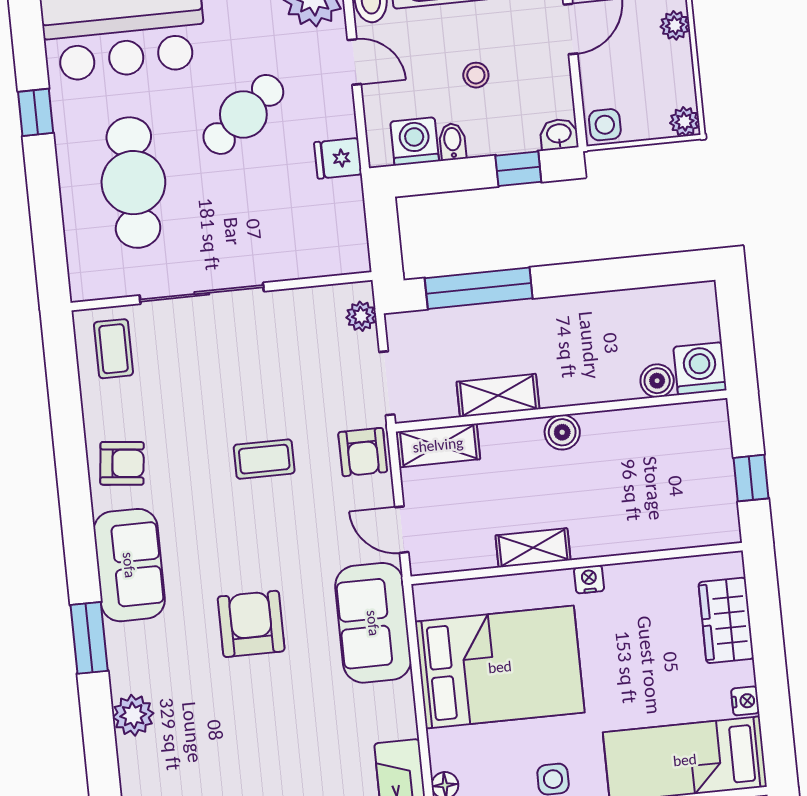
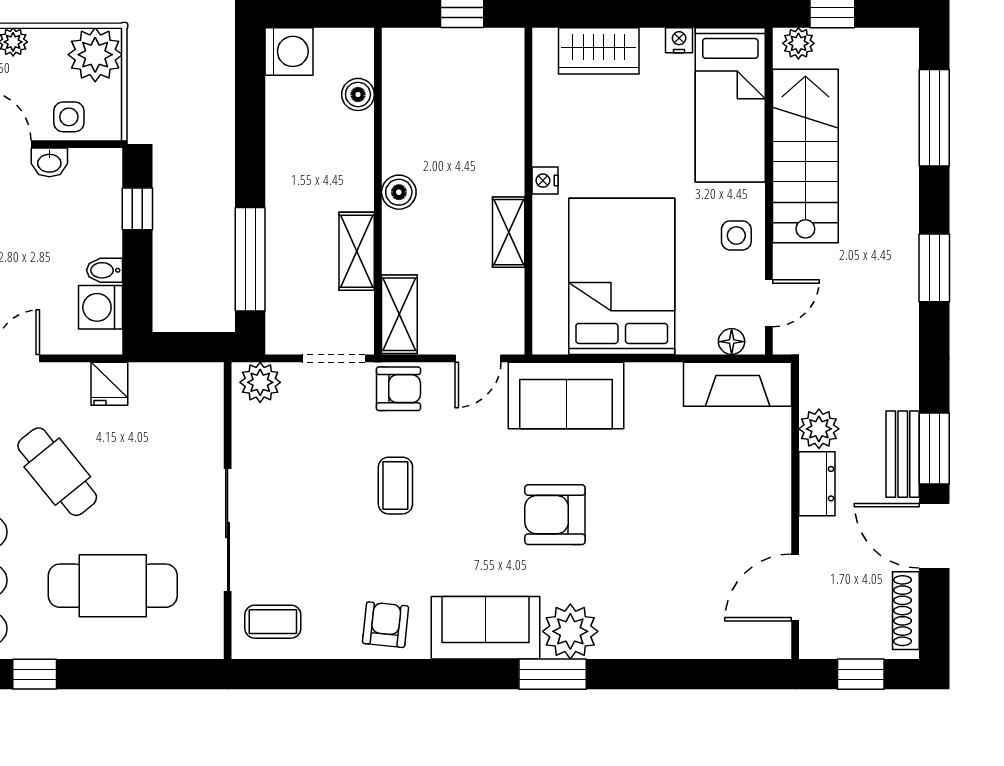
stool: (476, 75) -> (42, 241), removed
plant: (685, 122) -> (95, 55), width x1.87, depth x1.87
side table: (605, 125) -> (69, 117), moved
washbasin: (559, 134) -> (49, 162), moved, turned -90
plant: (361, 316) -> (260, 382), width x1.38, depth x1.38
washing machine: (700, 369) -> (289, 51), moved, turned 180
plant: (133, 715) -> (570, 631), moved, width x1.36, depth x1.36

